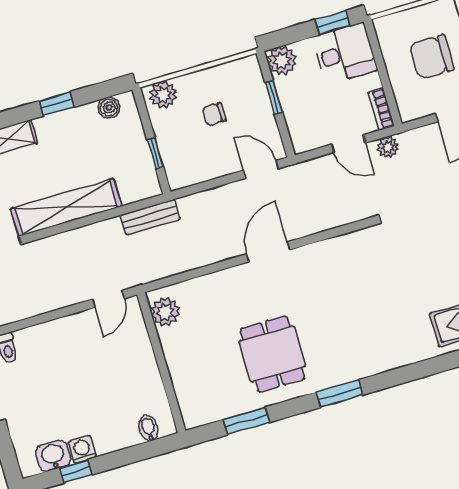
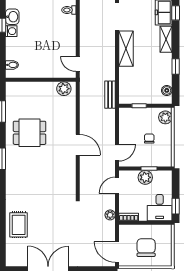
plant: (282, 61) -> (145, 177), moved
door: (348, 144) -> (117, 185), moved
shelving: (66, 207) -> (126, 49), width x0.68

